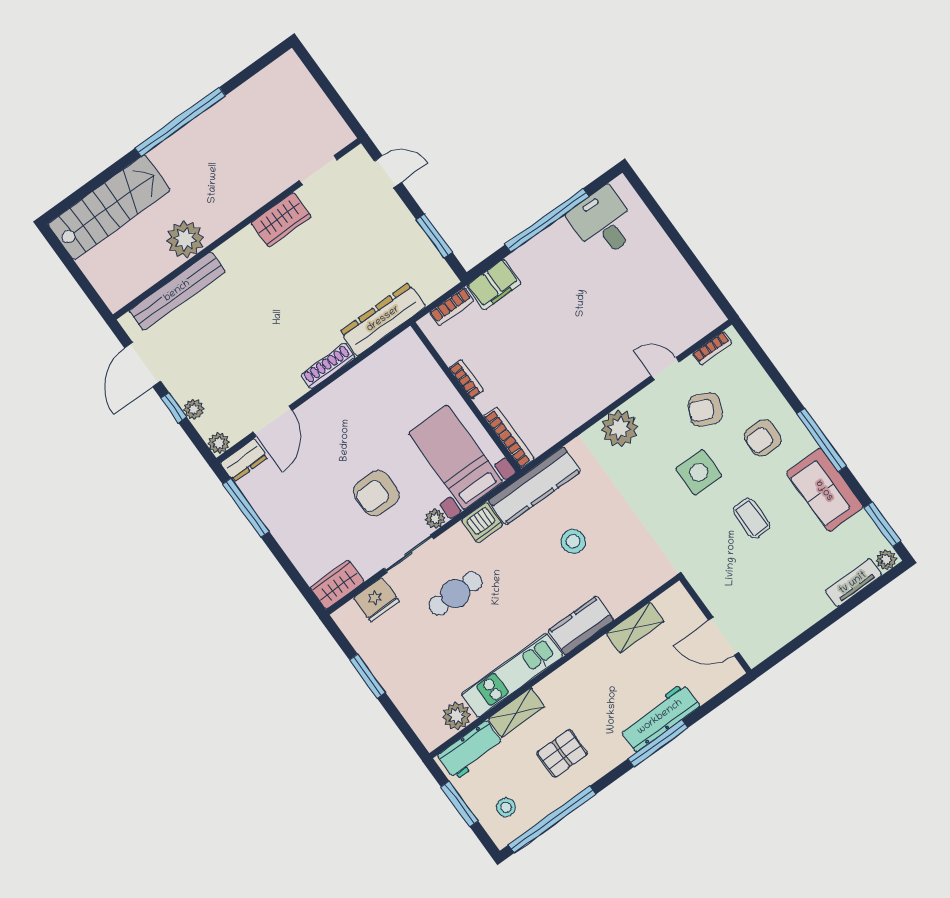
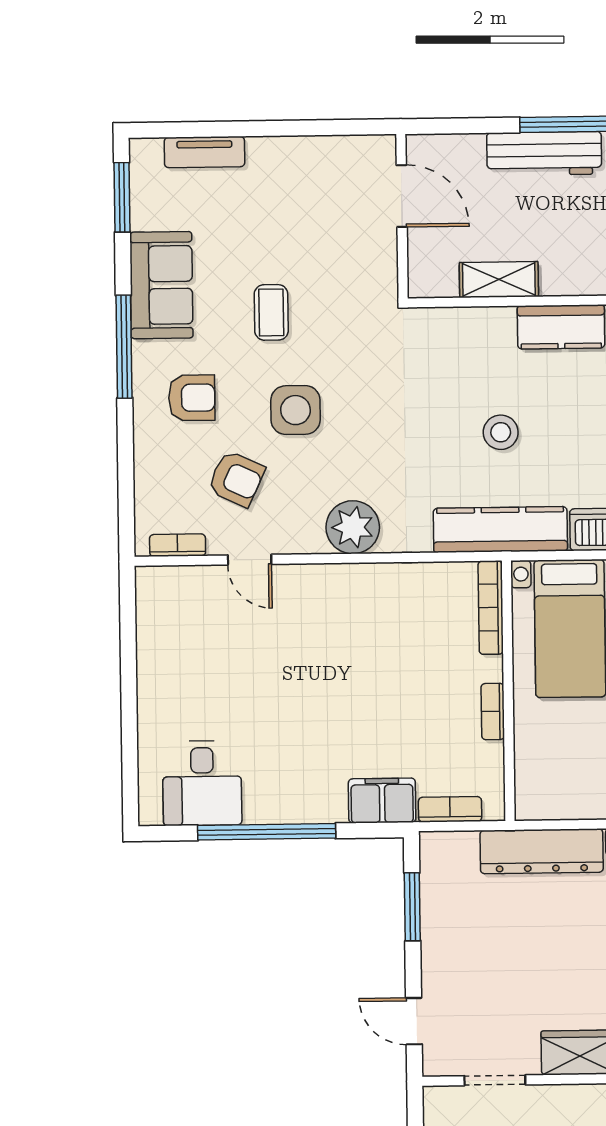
plant: (886, 560) -> (147, 152), removed

